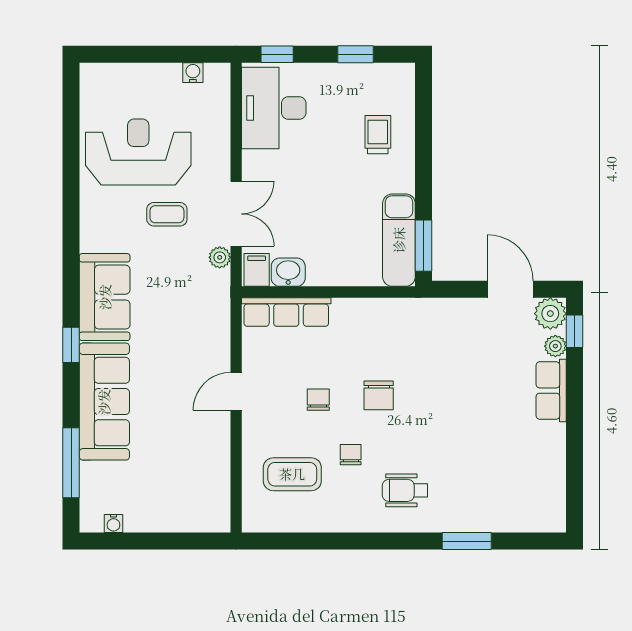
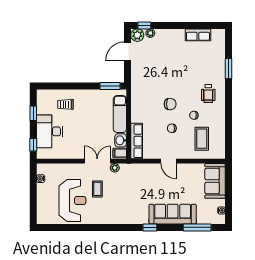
desk: (274, 108) -> (49, 131), moved, turned 90
reception desk: (138, 152) -> (72, 200), turned 180
exam couch: (399, 240) -> (120, 114), moved, turned 90
sofa: (105, 297) -> (215, 181), moved, turned -90
row of seats: (551, 391) -> (198, 35), moved

